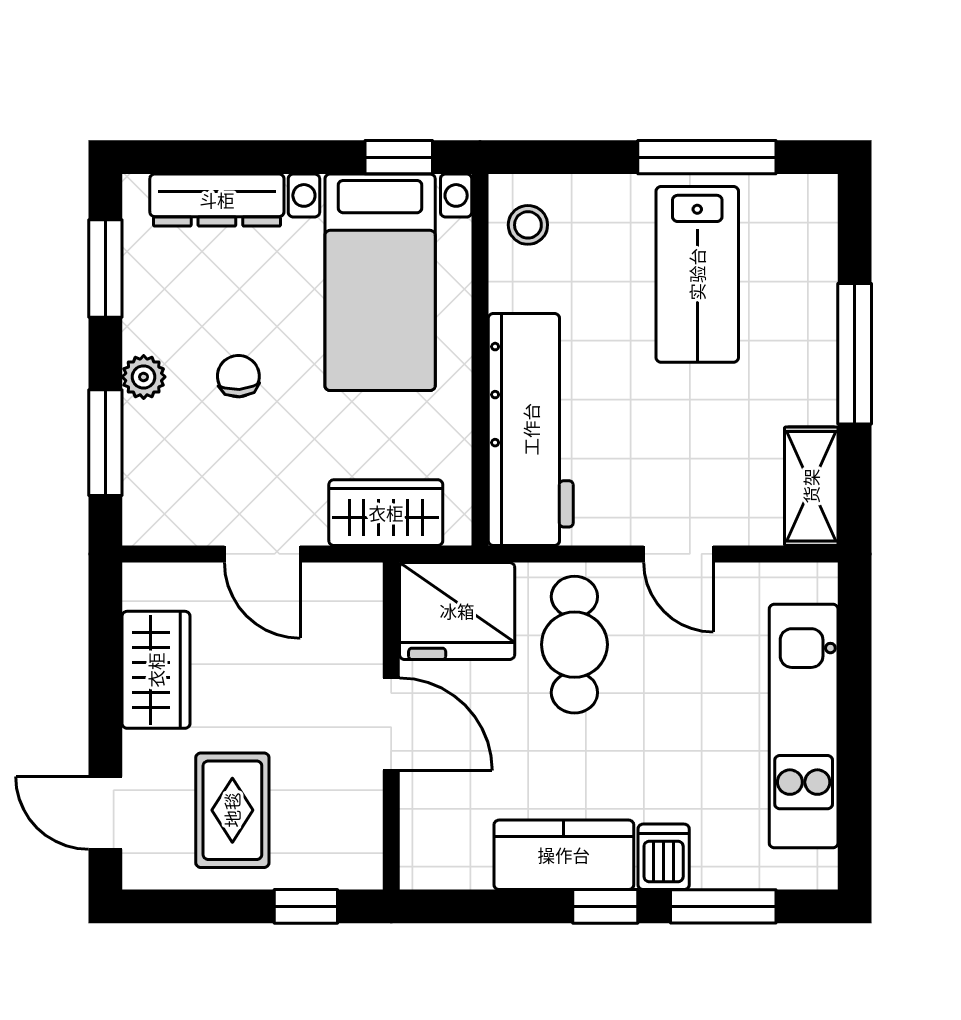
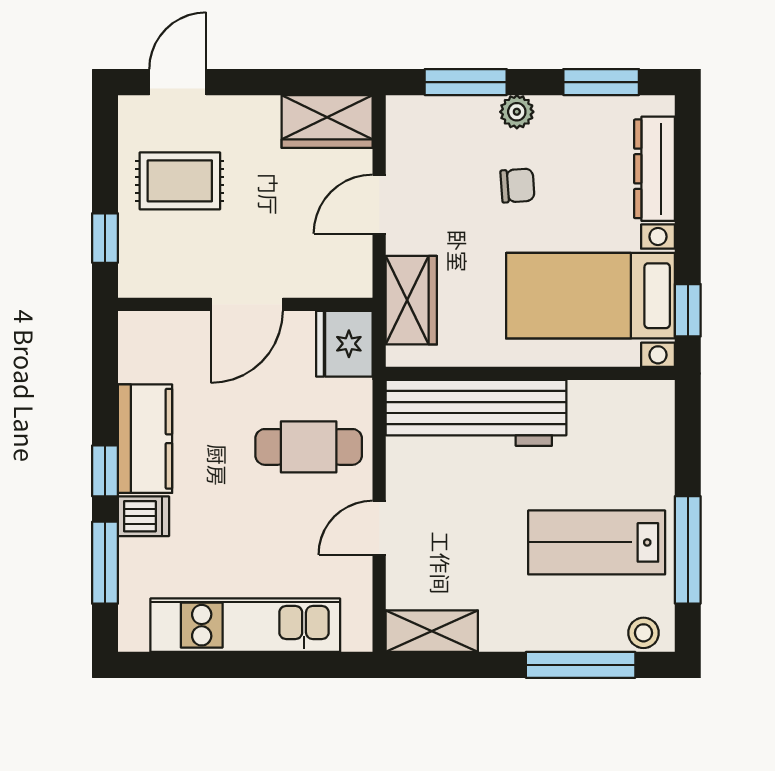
stool: (528, 225) -> (643, 633), moved
window: (855, 354) -> (581, 665), moved
fridge: (457, 611) -> (344, 344), width x0.73, depth x0.75
wardrobe: (156, 670) -> (327, 121), moved

